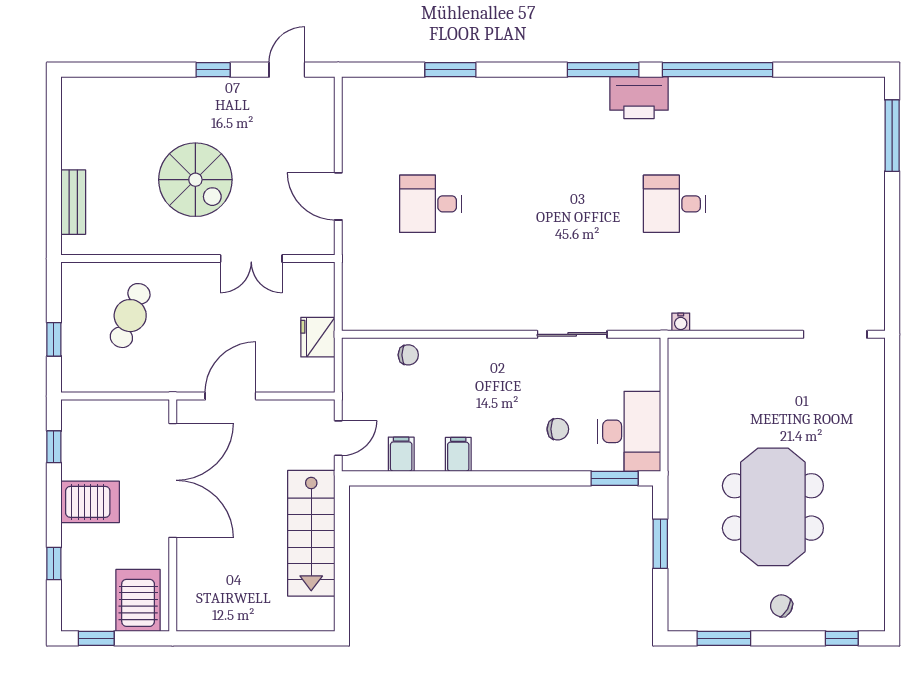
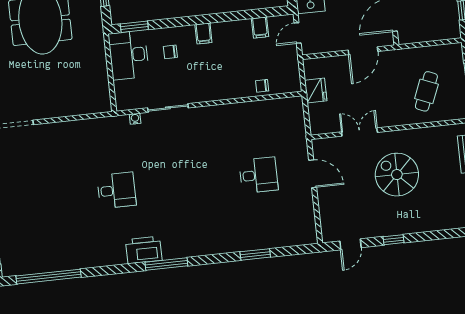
window: (718, 70) -> (49, 277), moved
water cooler: (681, 322) -> (135, 119), moved
filing cabinet: (458, 454) -> (203, 33), moved

